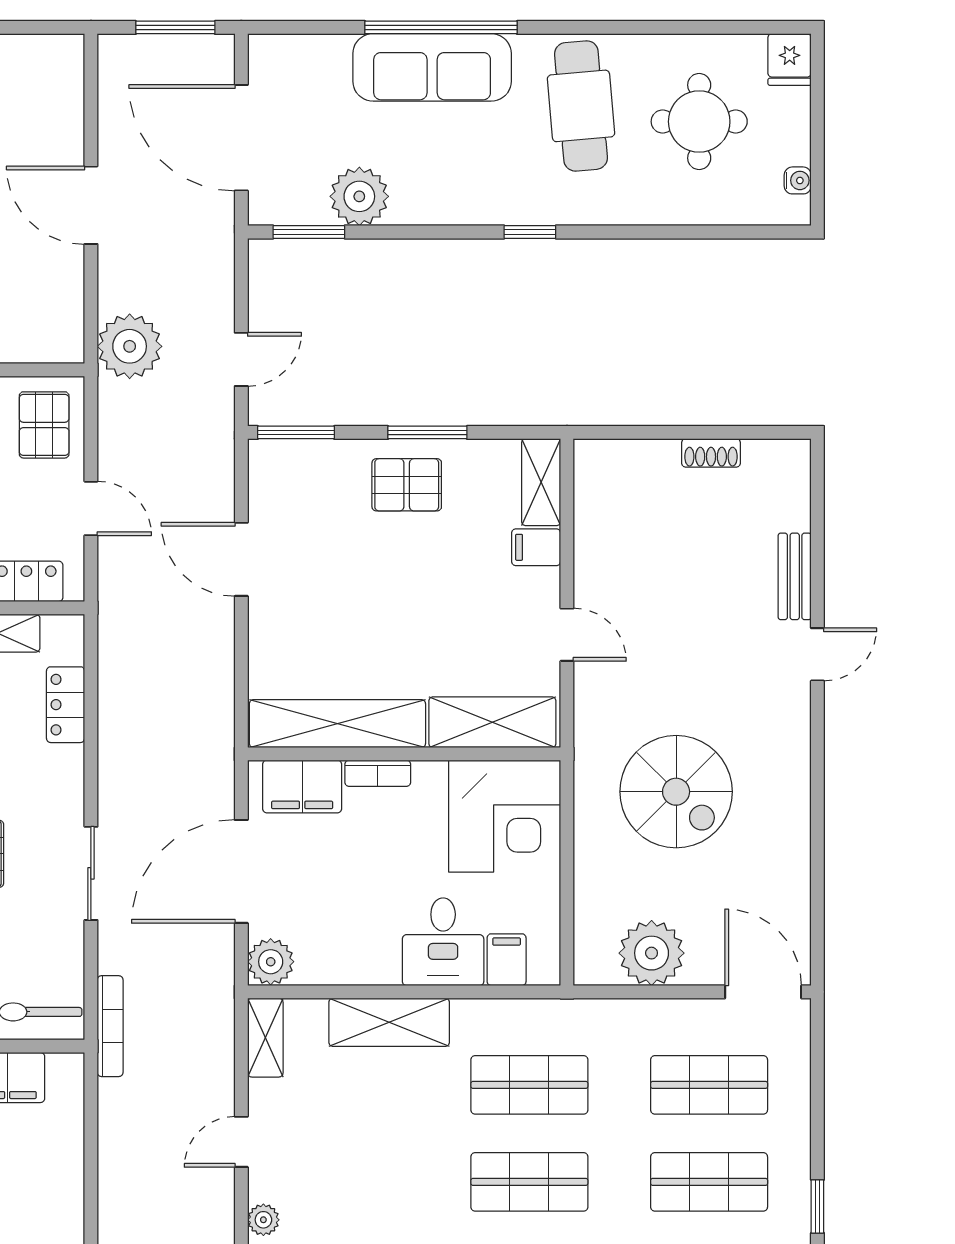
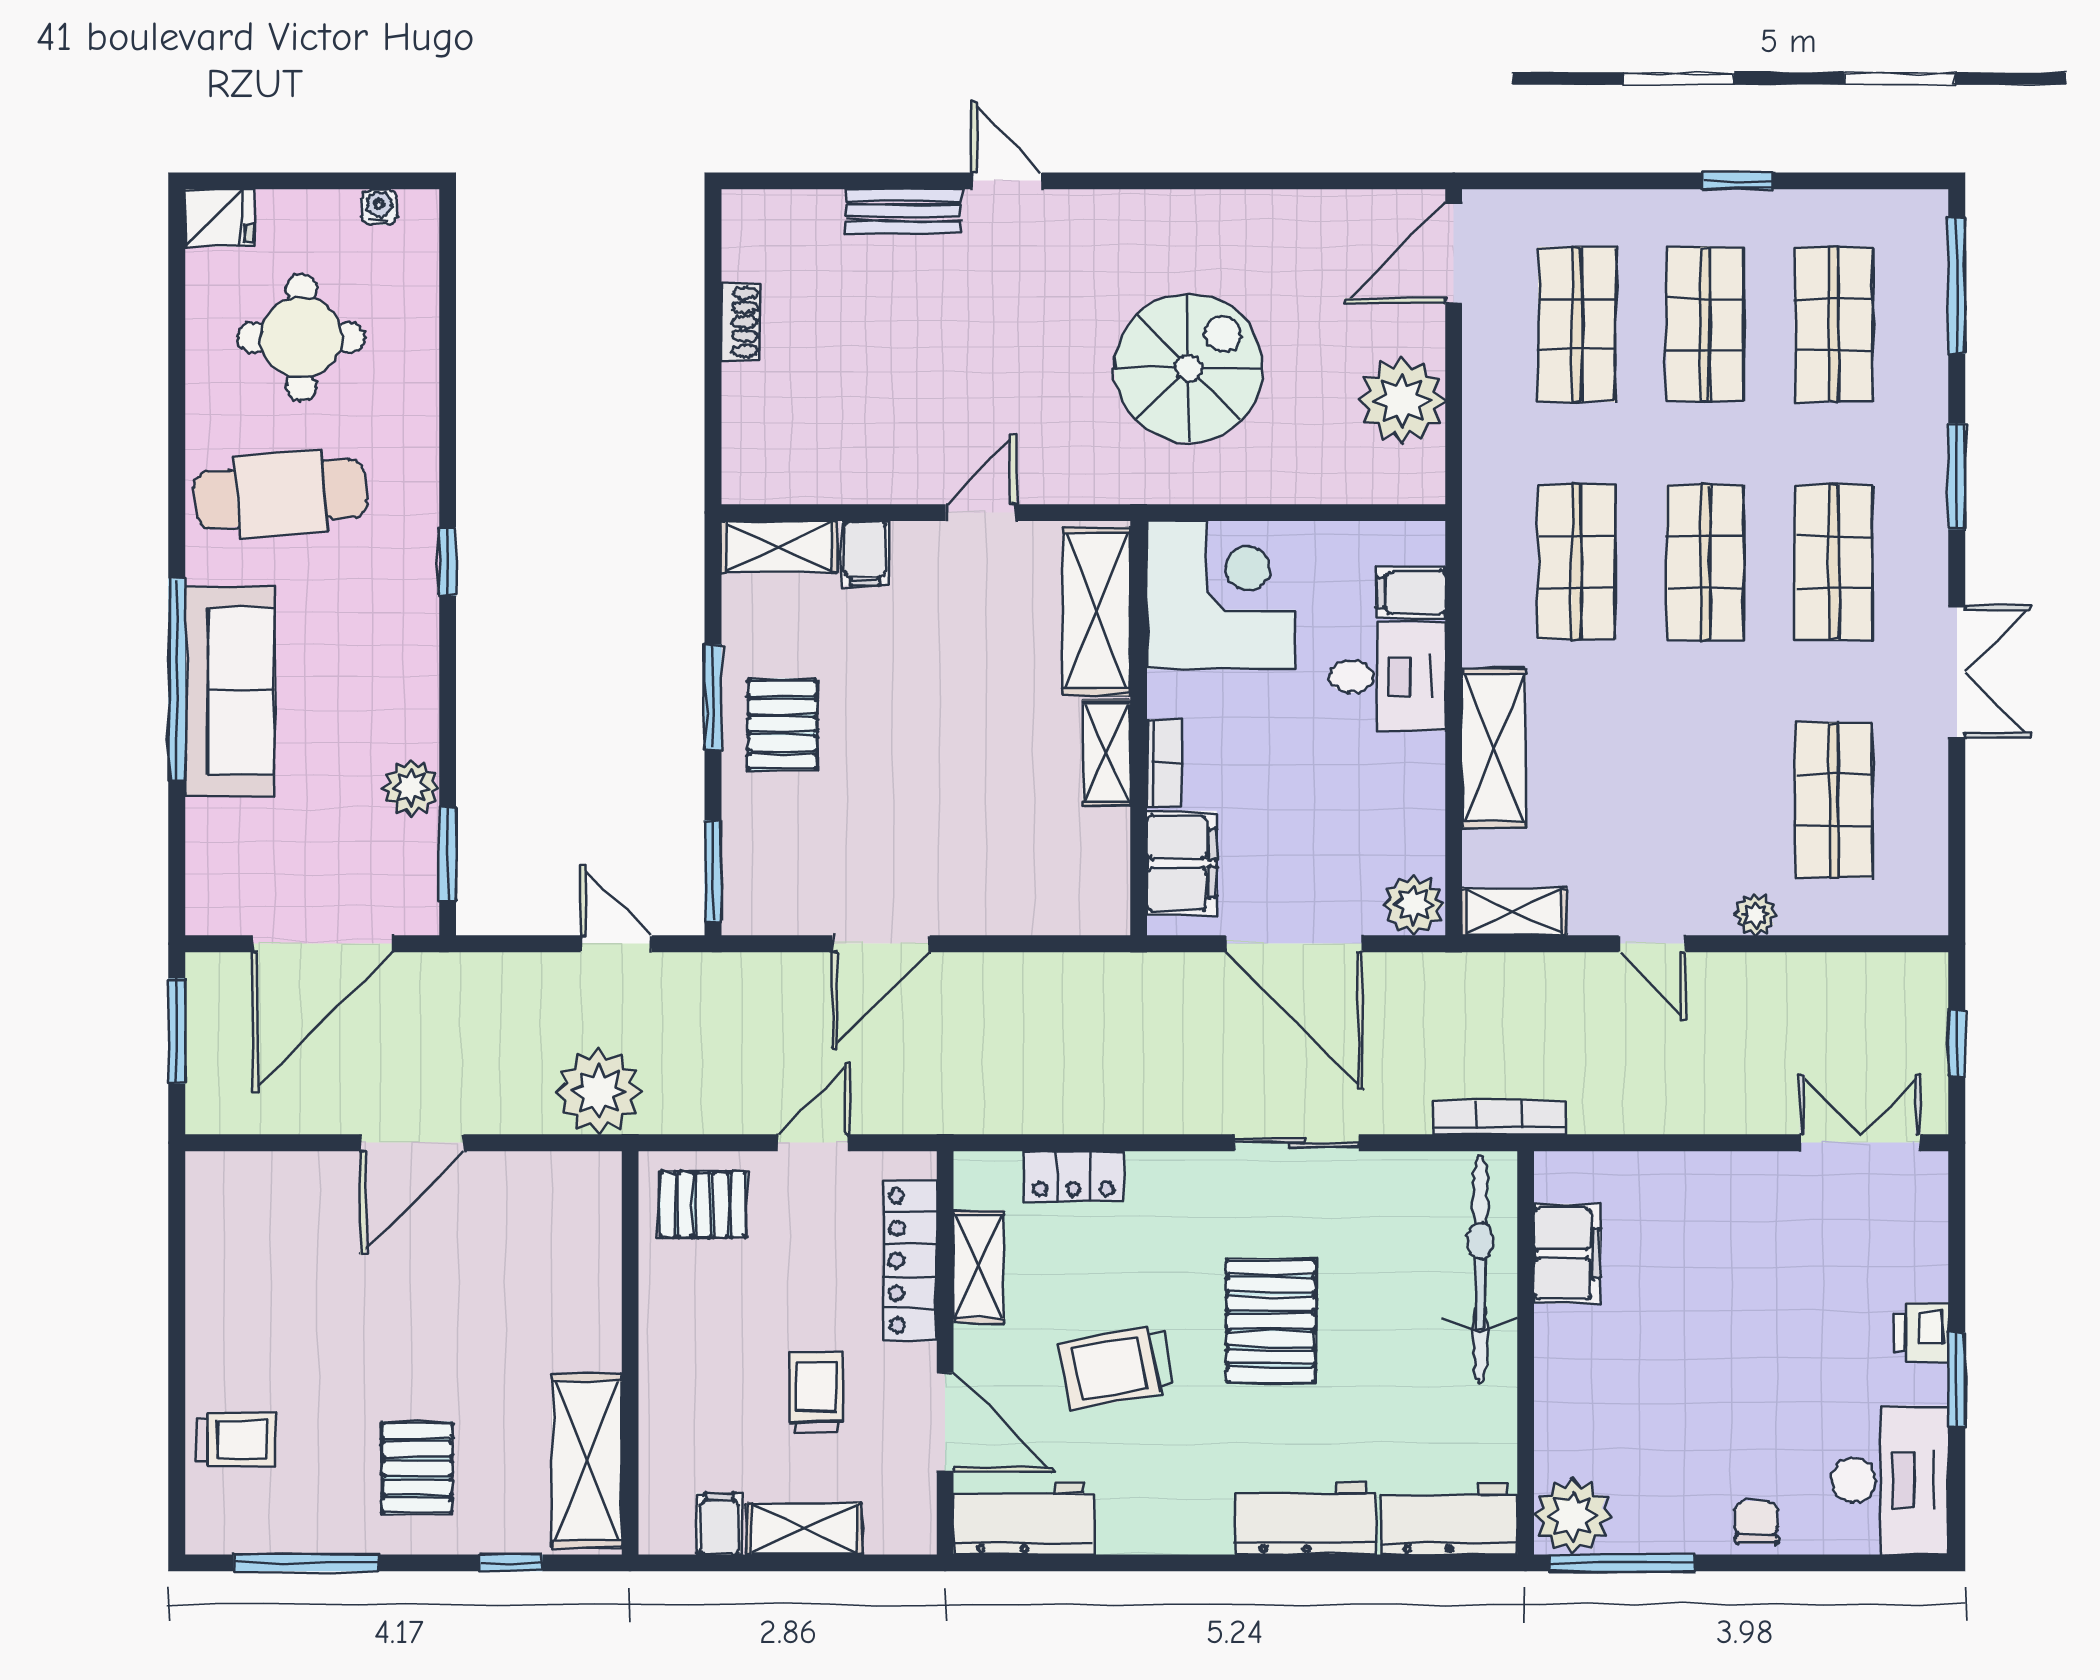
plant: (359, 196) -> (411, 788), width x0.73, depth x0.73
shelving: (337, 724) -> (1106, 753), width x0.45, depth x0.75

